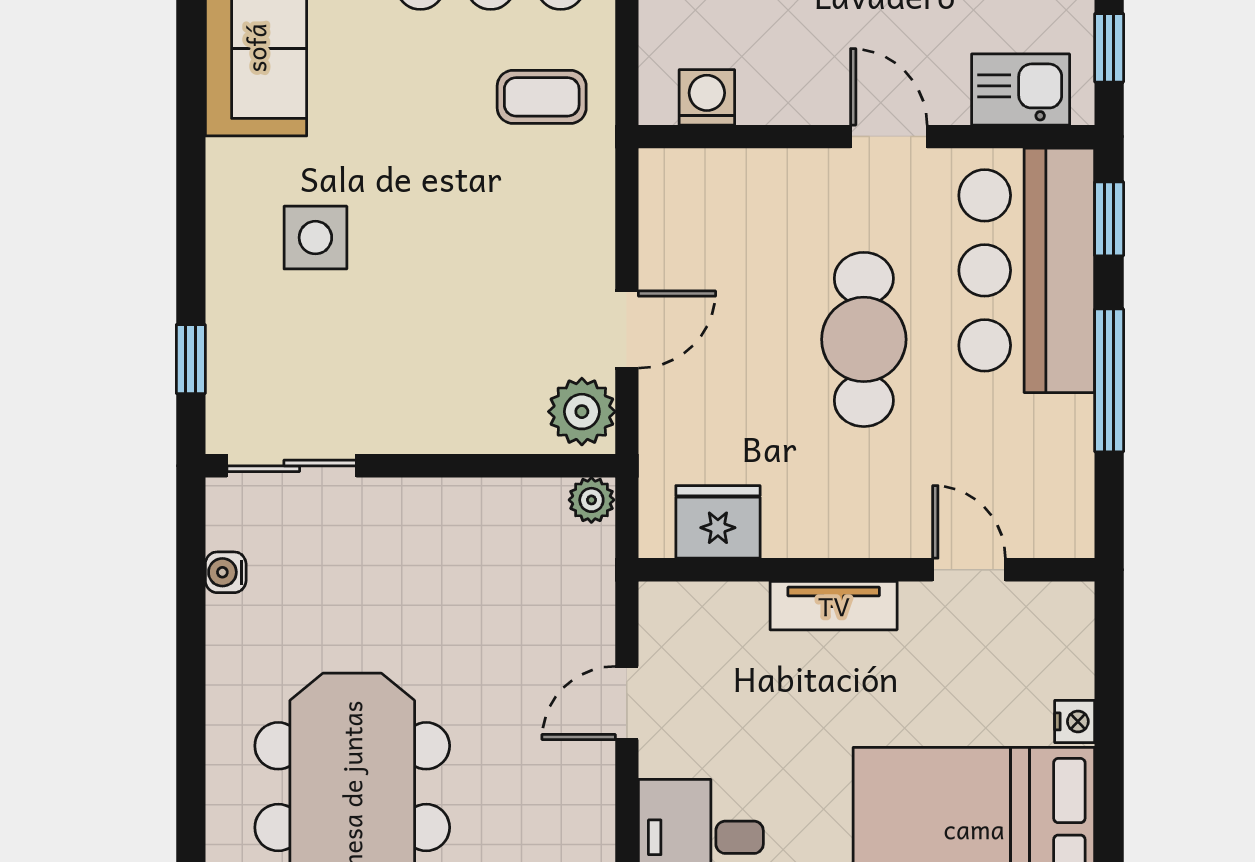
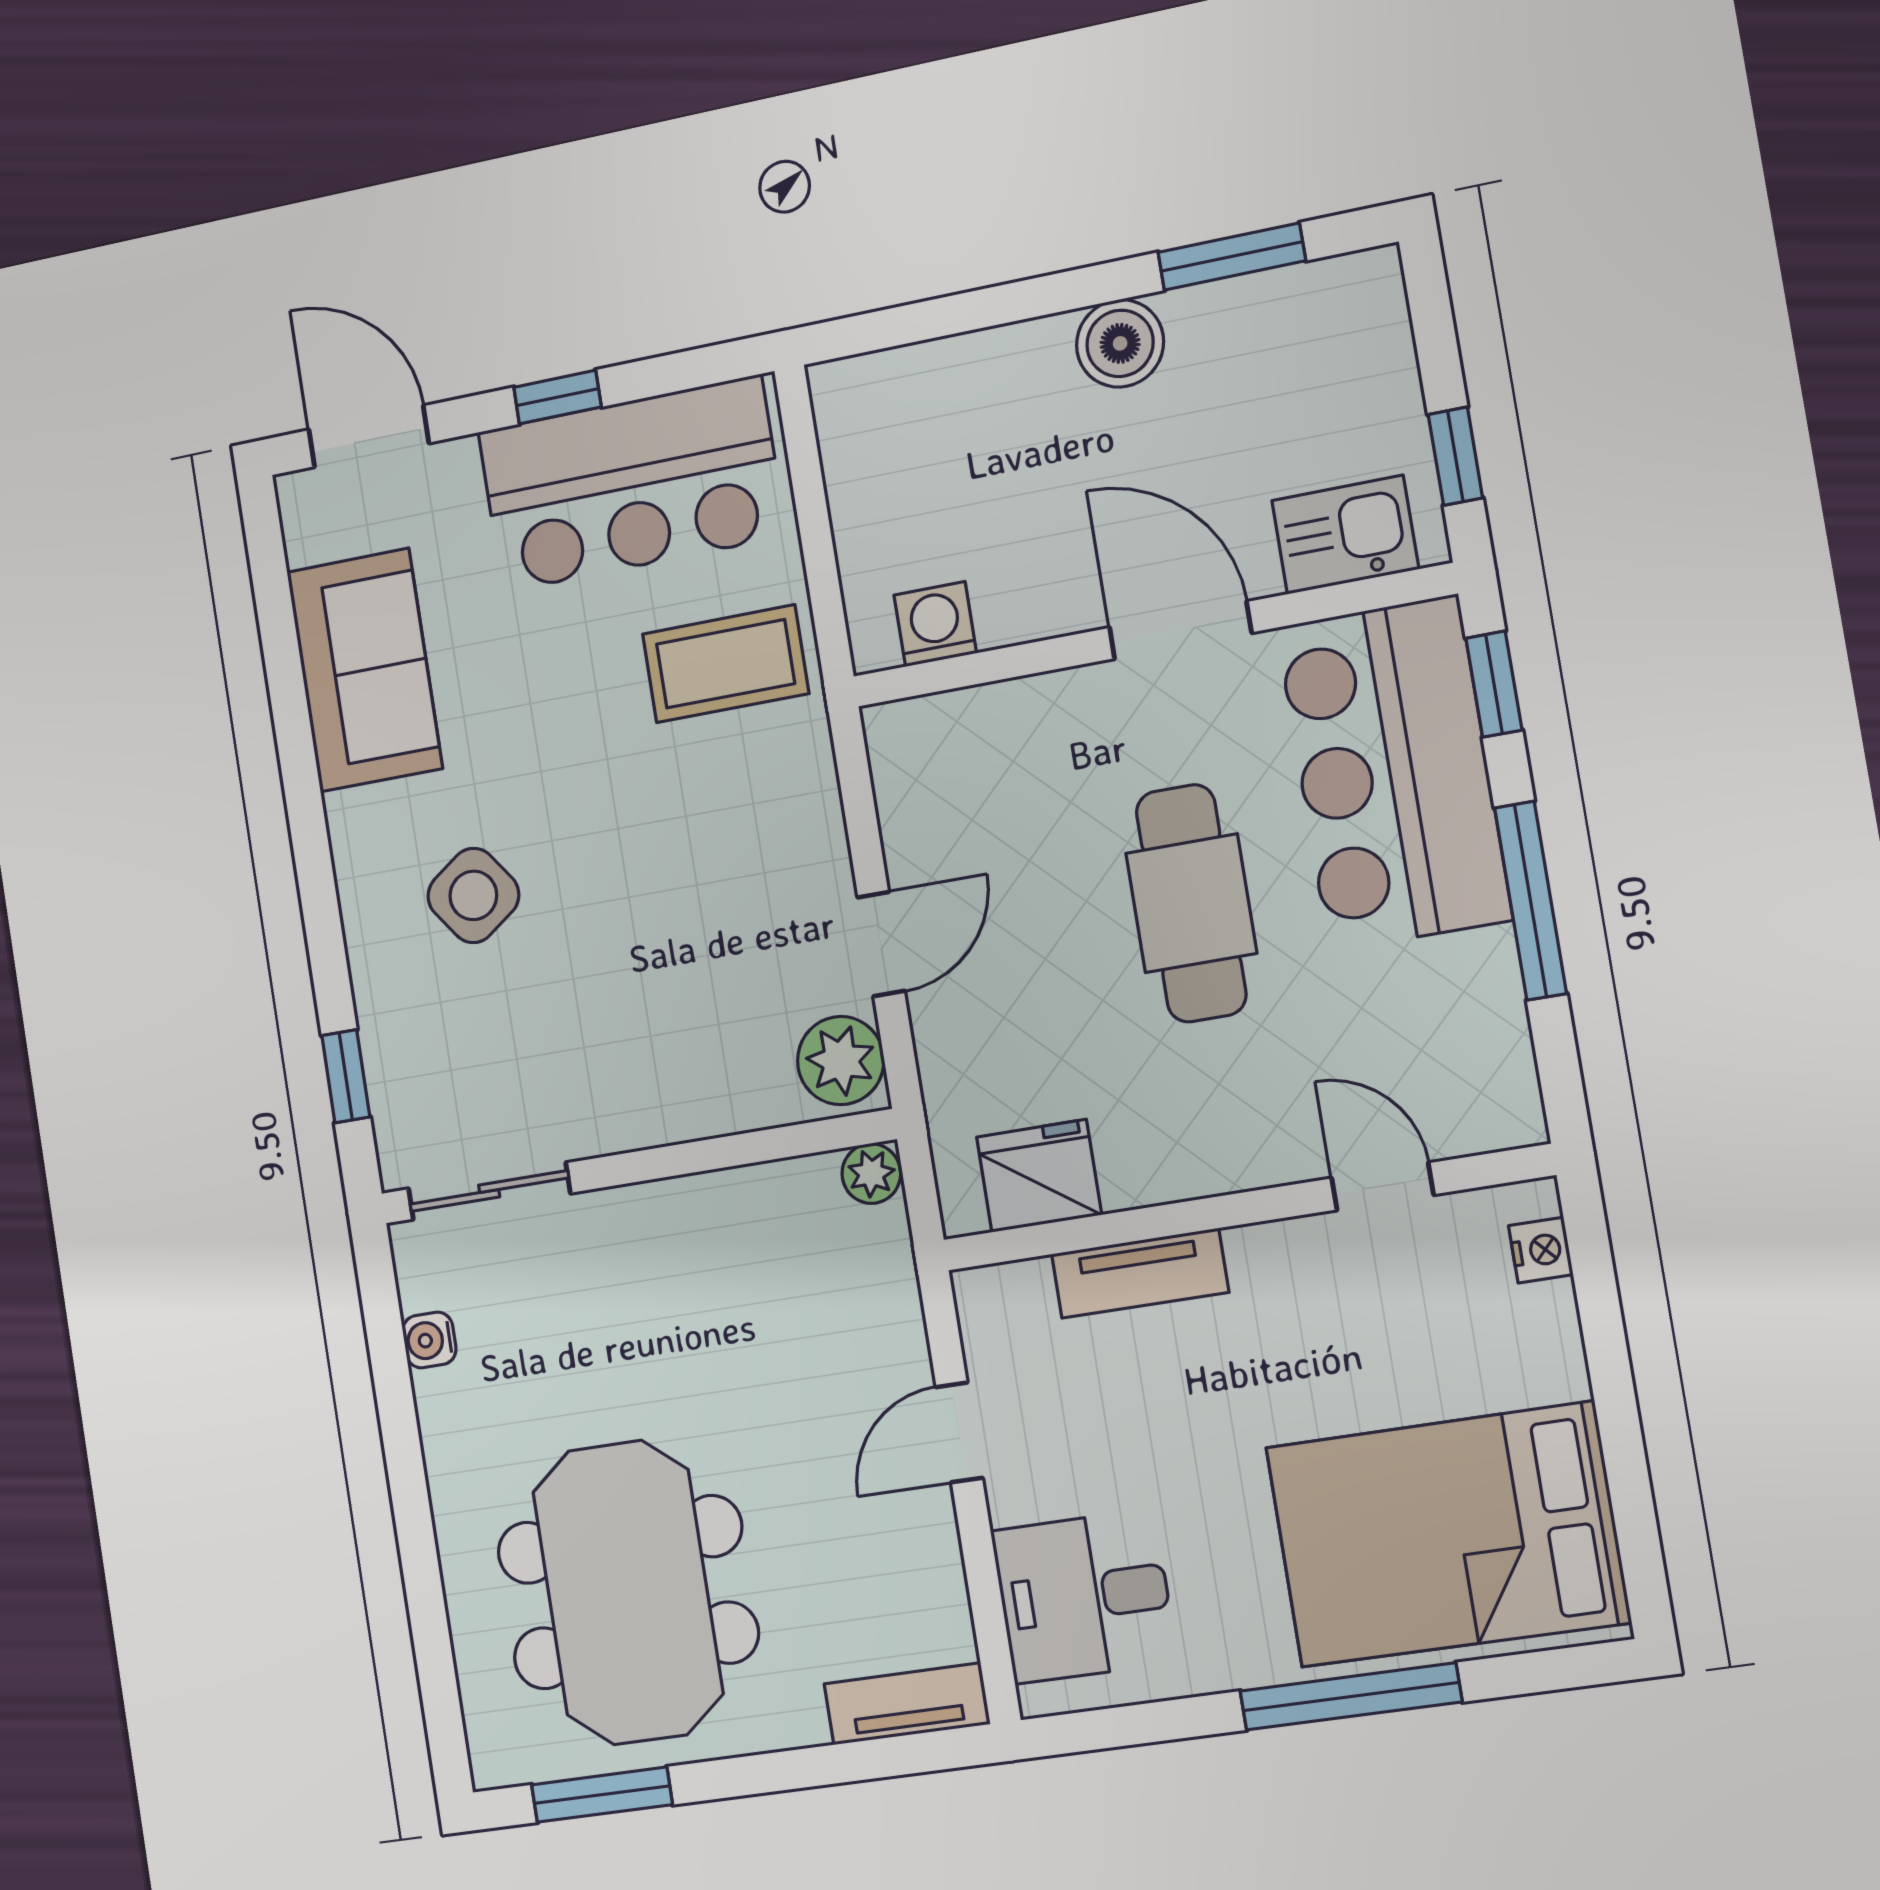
coffee table: (542, 97) -> (726, 664), width x1.36, depth x1.30
door: (889, 137) -> (1180, 630), width x1.38
side table: (315, 238) -> (473, 895), turned -36
tv unit: (834, 606) -> (1140, 1273), moved
nightstand: (1075, 721) -> (1541, 1250), moved

